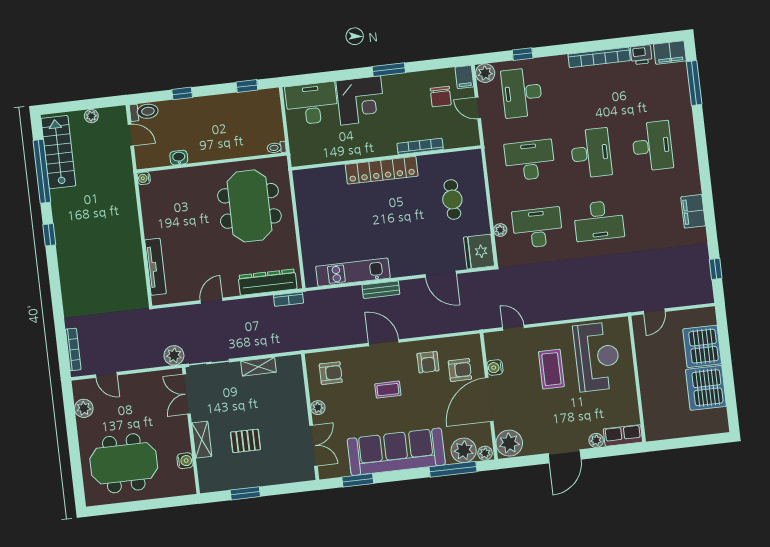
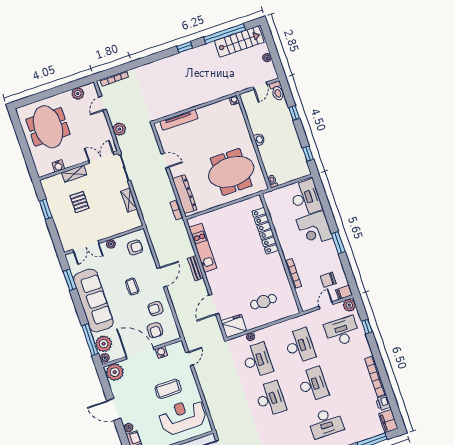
desk: (591, 153) -> (313, 384), turned -90
washbasin: (179, 158) -> (259, 140), moved
locker: (382, 170) -> (265, 231), moved
desk: (599, 221) -> (270, 399), turned 180
plant: (174, 355) -> (119, 129), moved
reception desk: (597, 357) -> (182, 417), turned 180
armchair: (331, 373) -> (135, 247), turned -90

